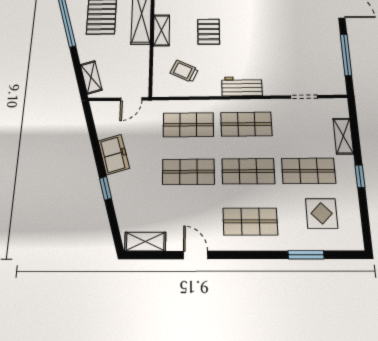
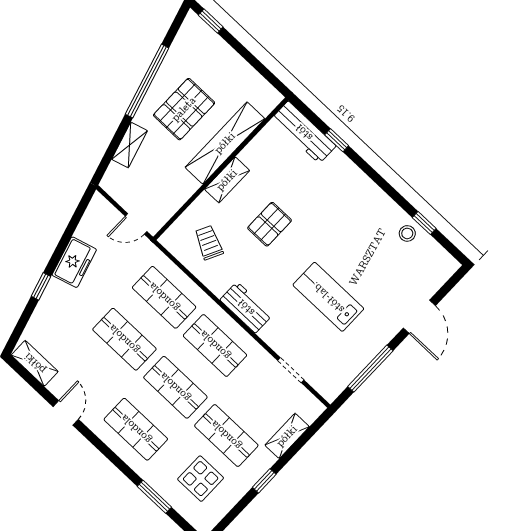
lab bench: (281, 39) -> (328, 297), added
shelving: (91, 77) -> (130, 145), moved

